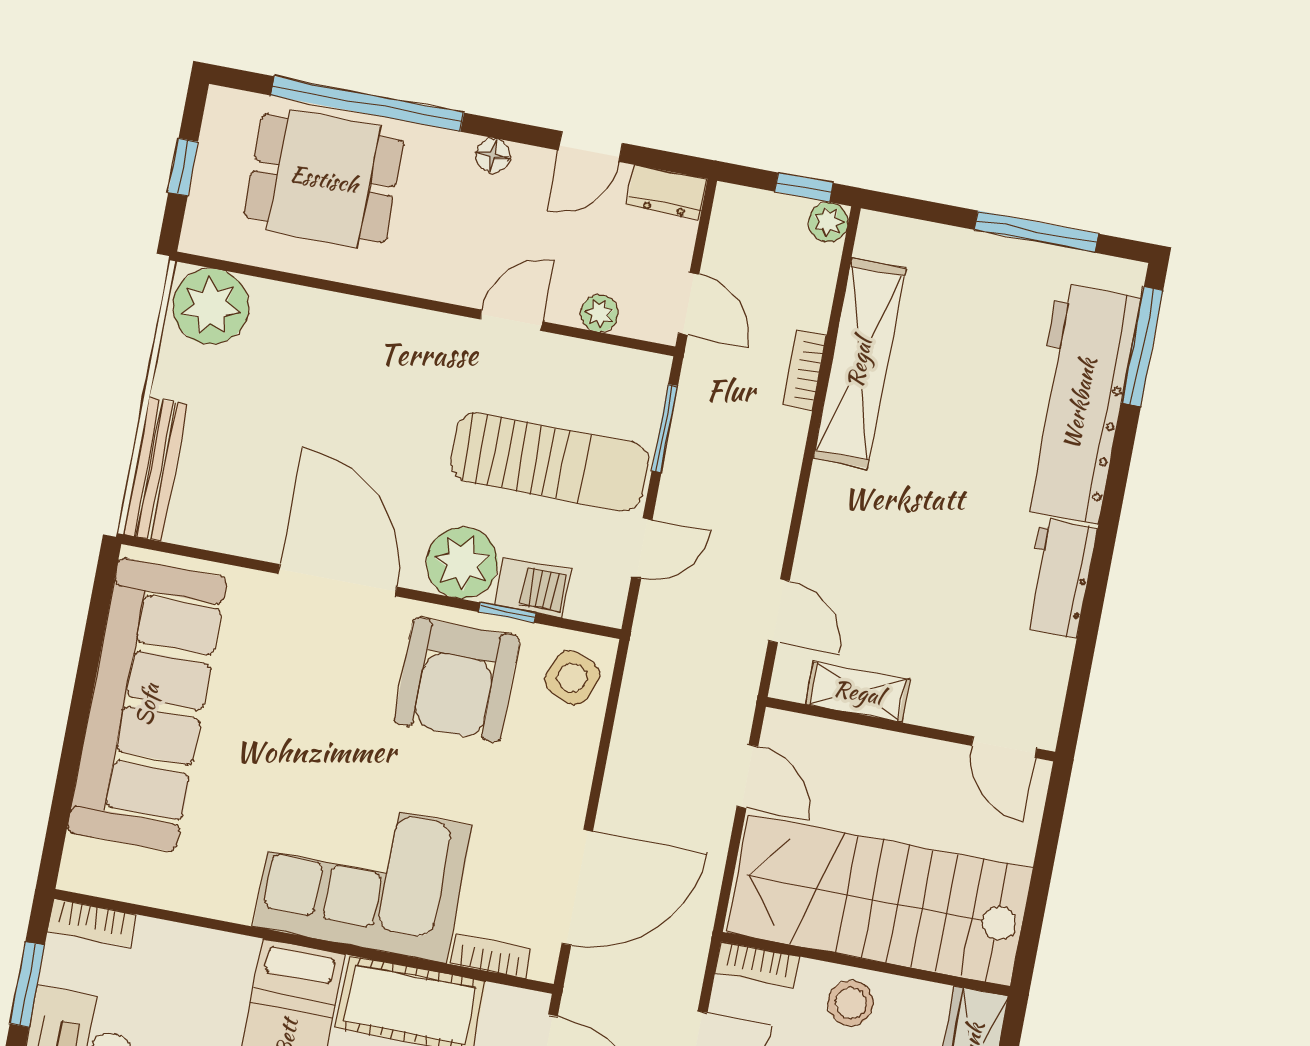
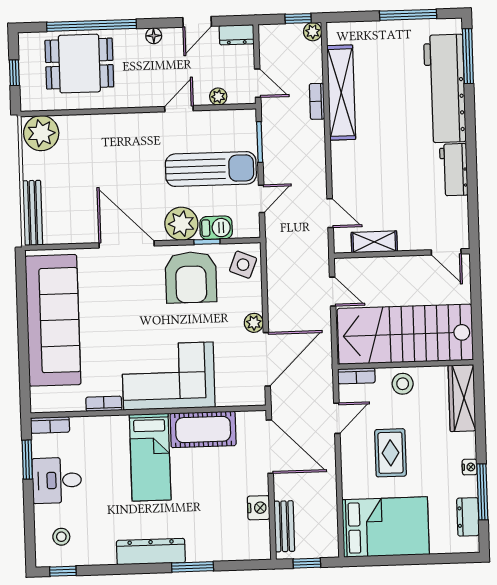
plant: (567, 805) -> (254, 323), added
bookcase: (491, 956) -> (104, 404), moved

